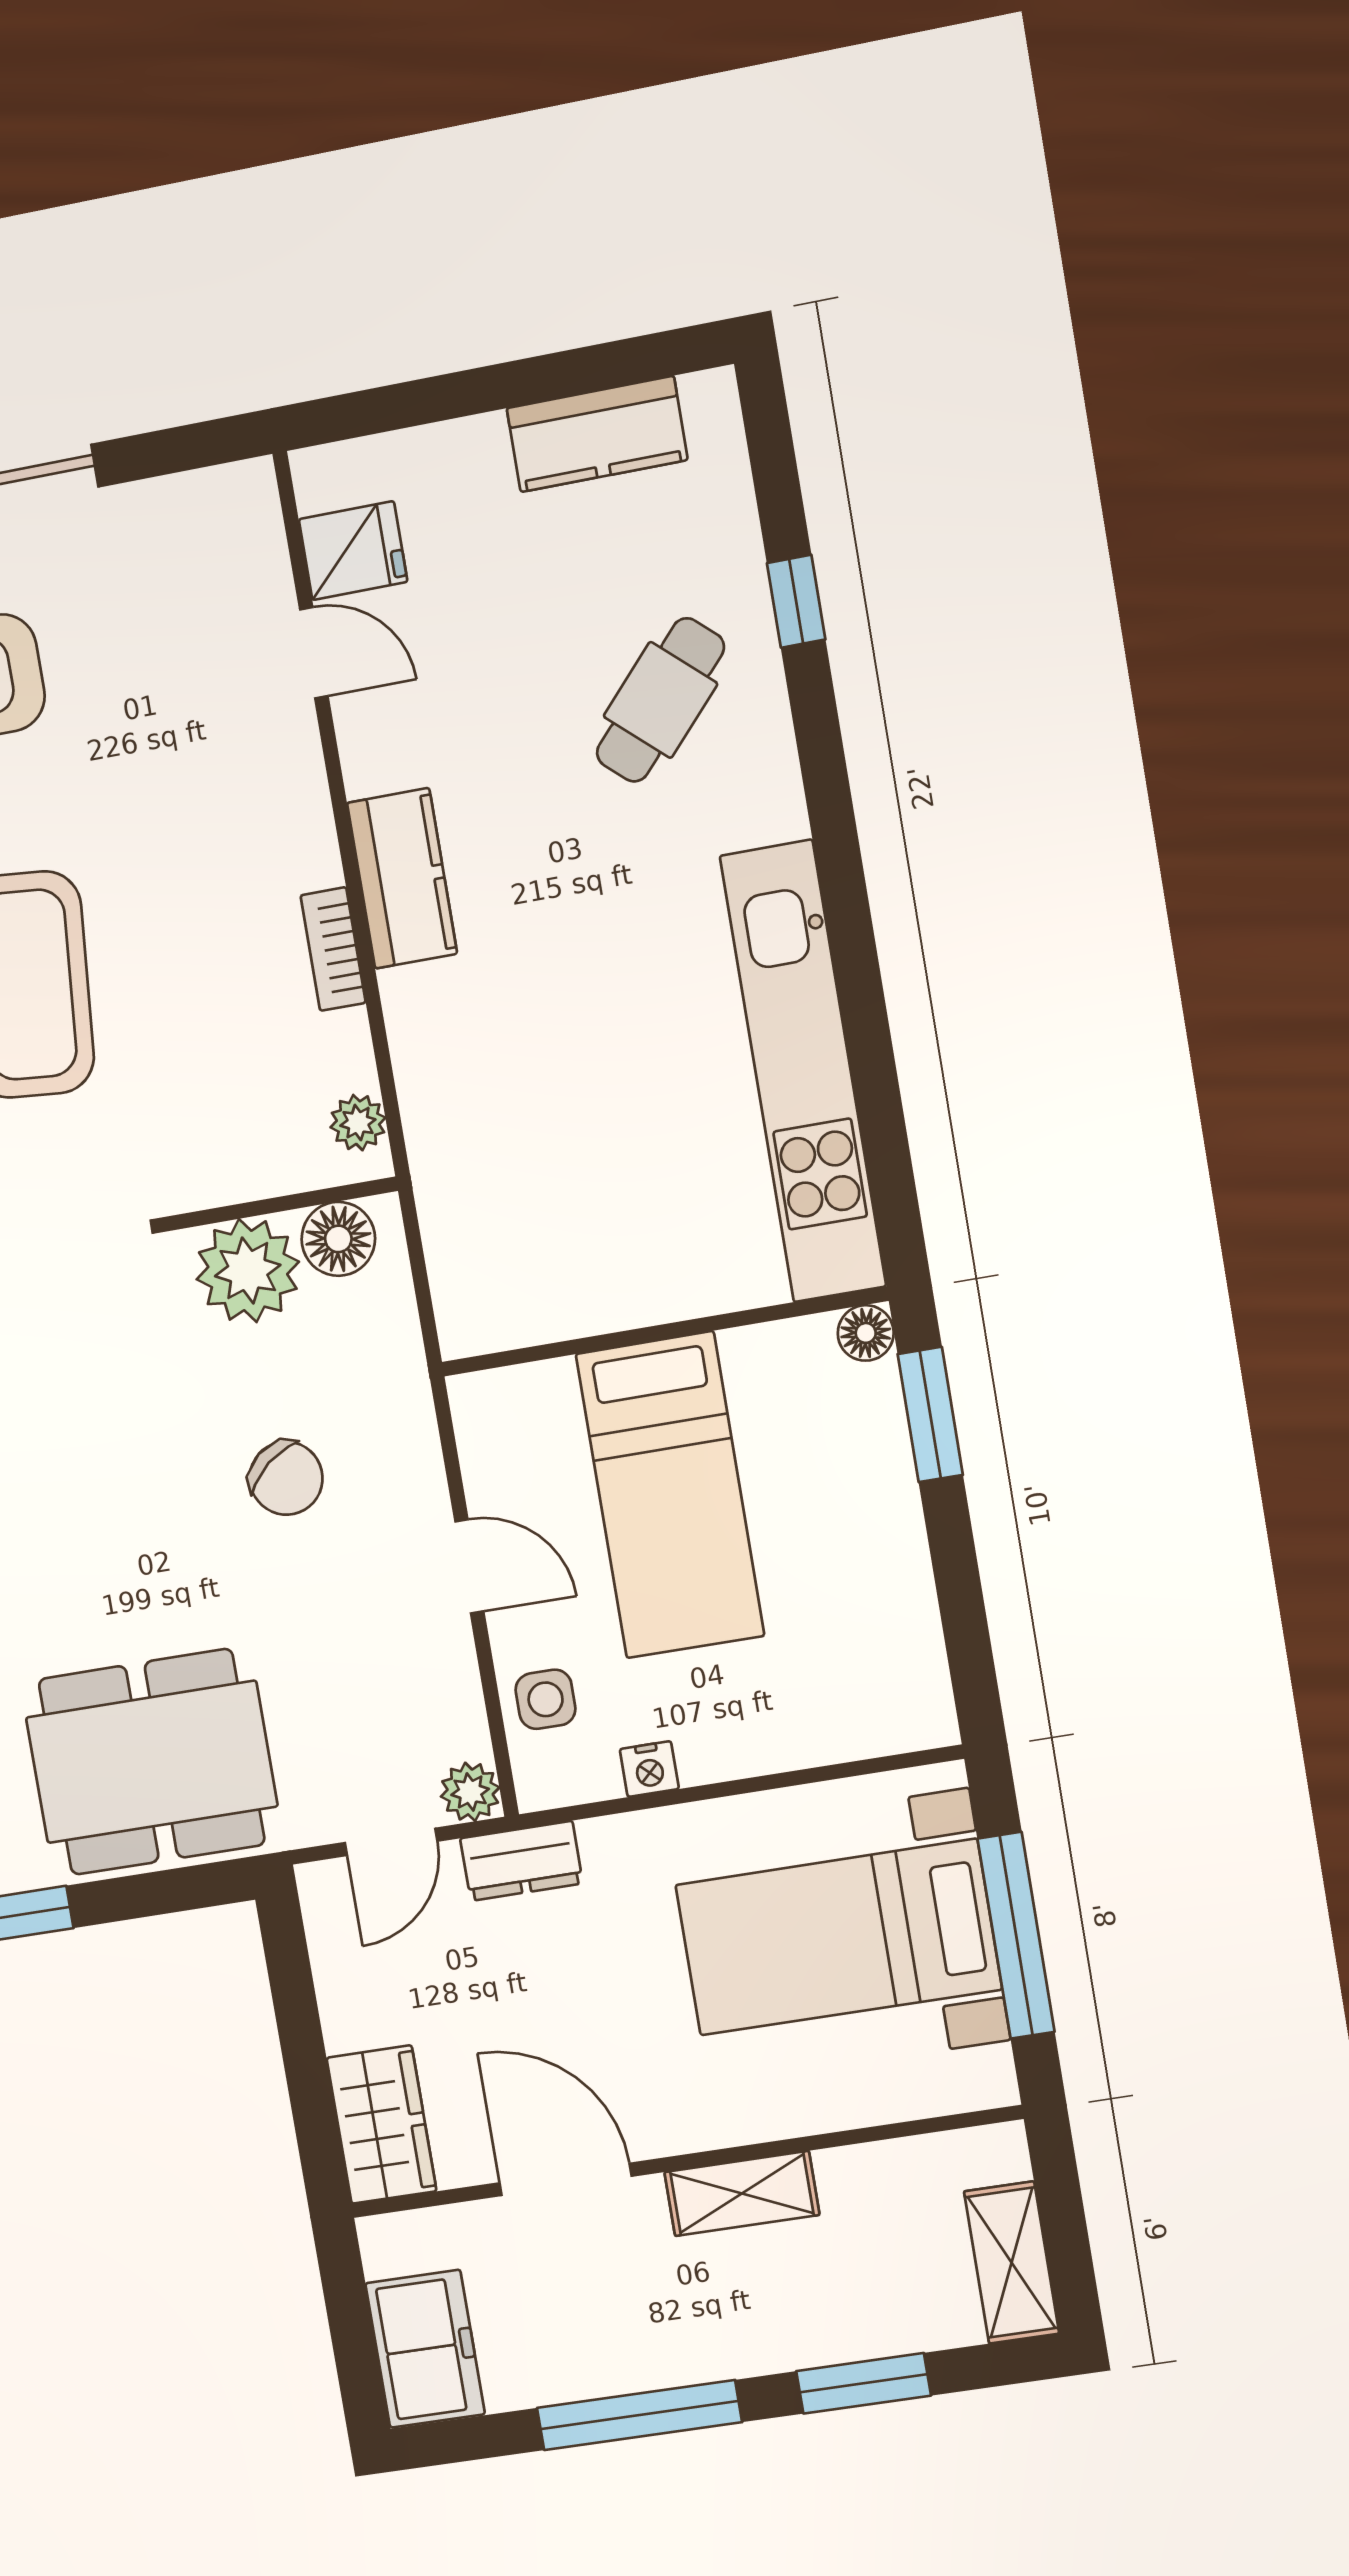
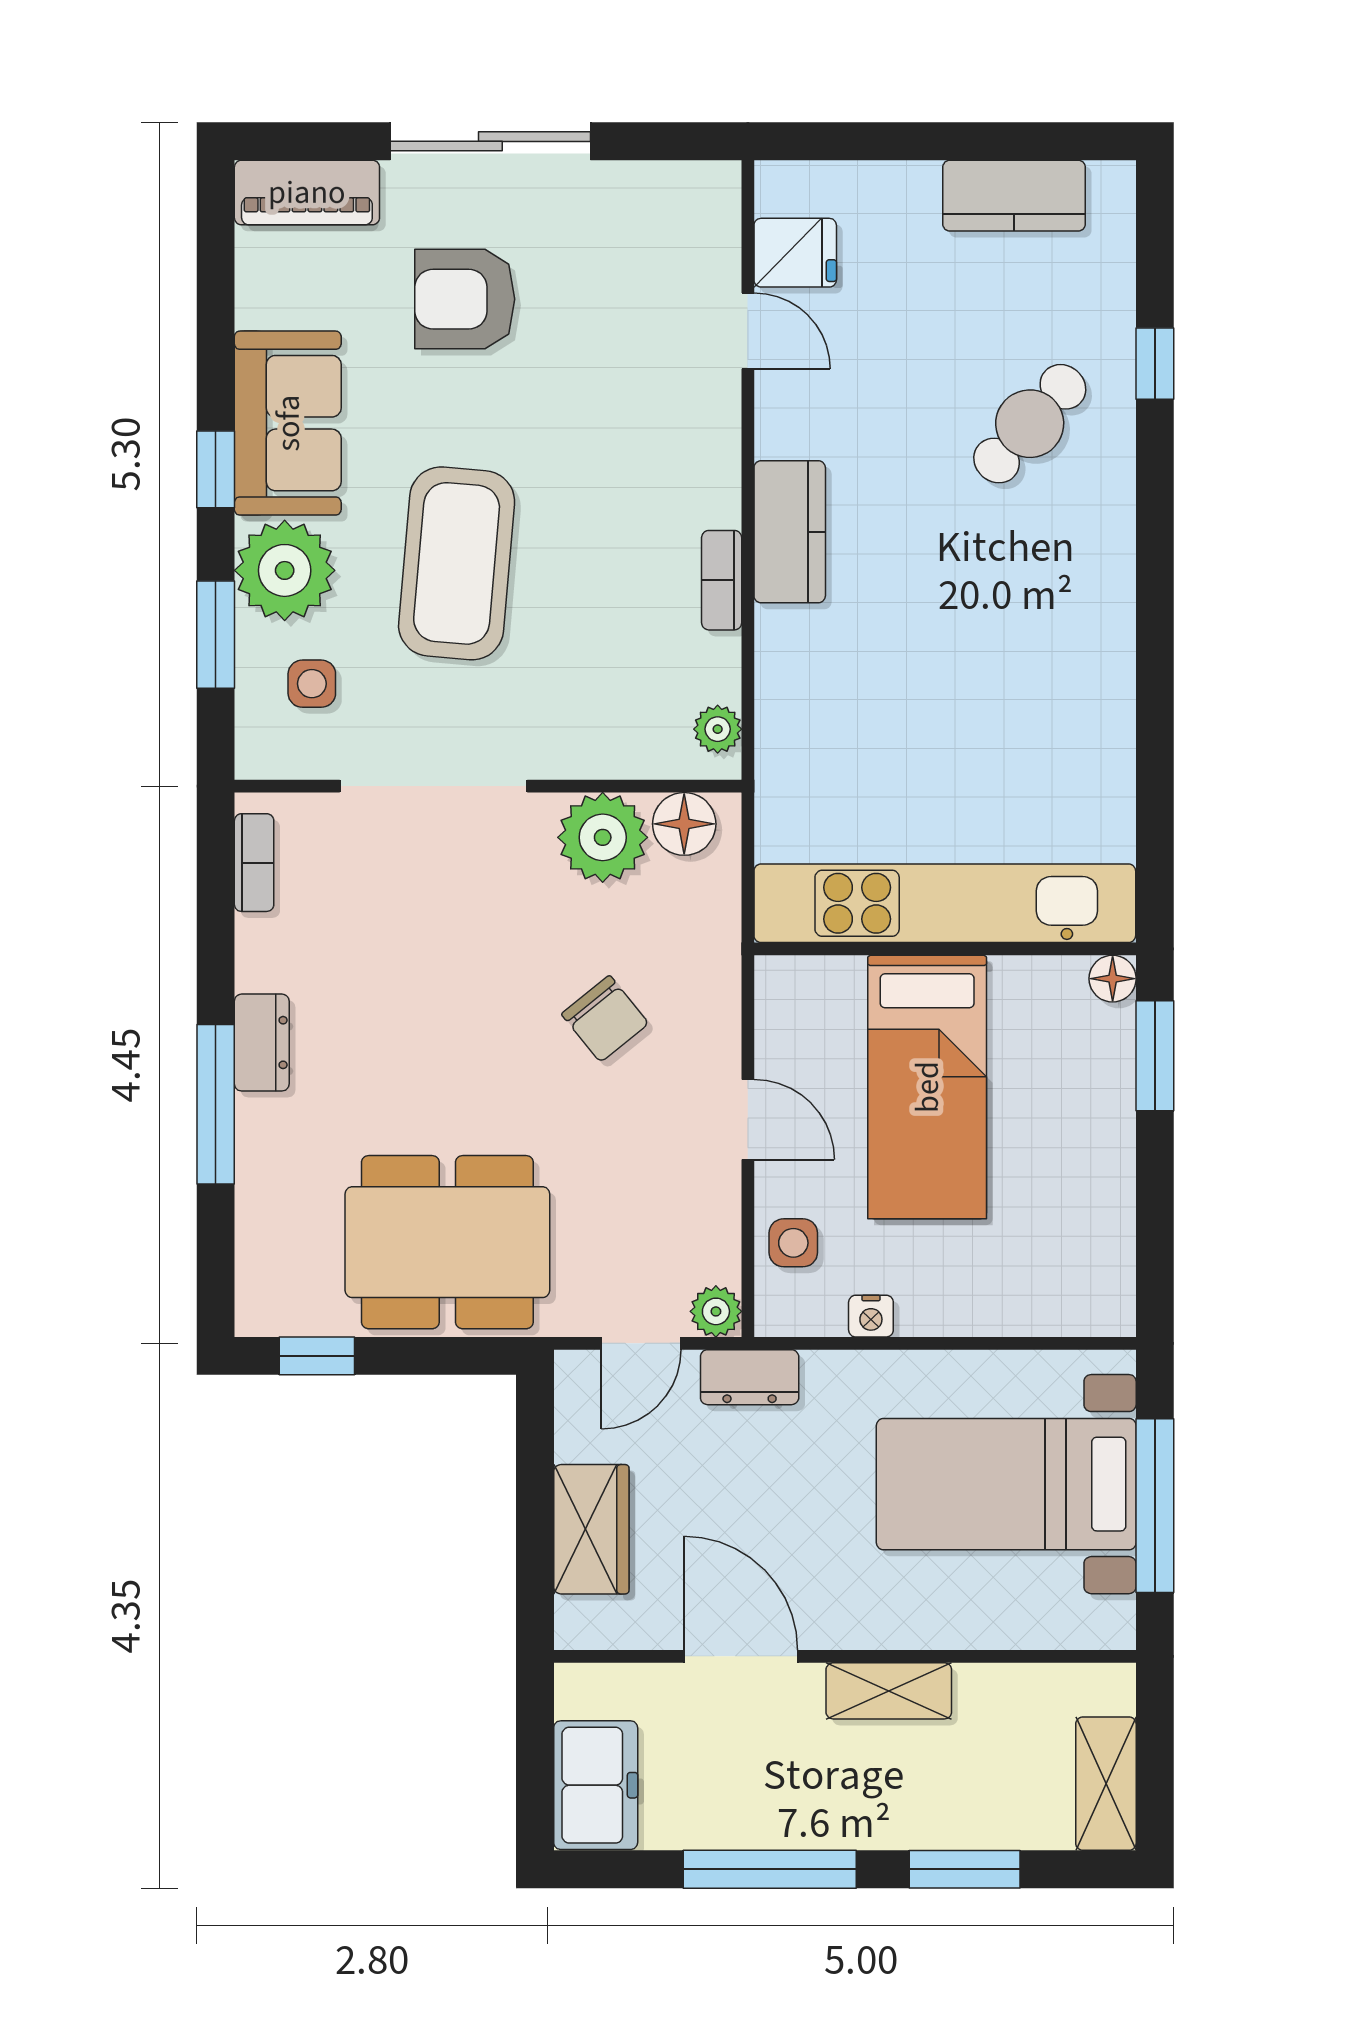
kitchen unit: (803, 1071) -> (945, 903), moved, turned 90
wardrobe: (381, 2125) -> (591, 1529), moved

